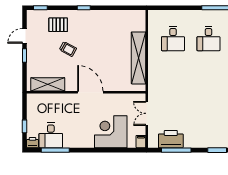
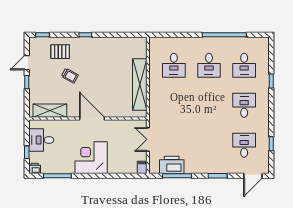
corner desk: (111, 132) -> (91, 158), moved
desk: (51, 135) -> (41, 140), moved, turned 90

